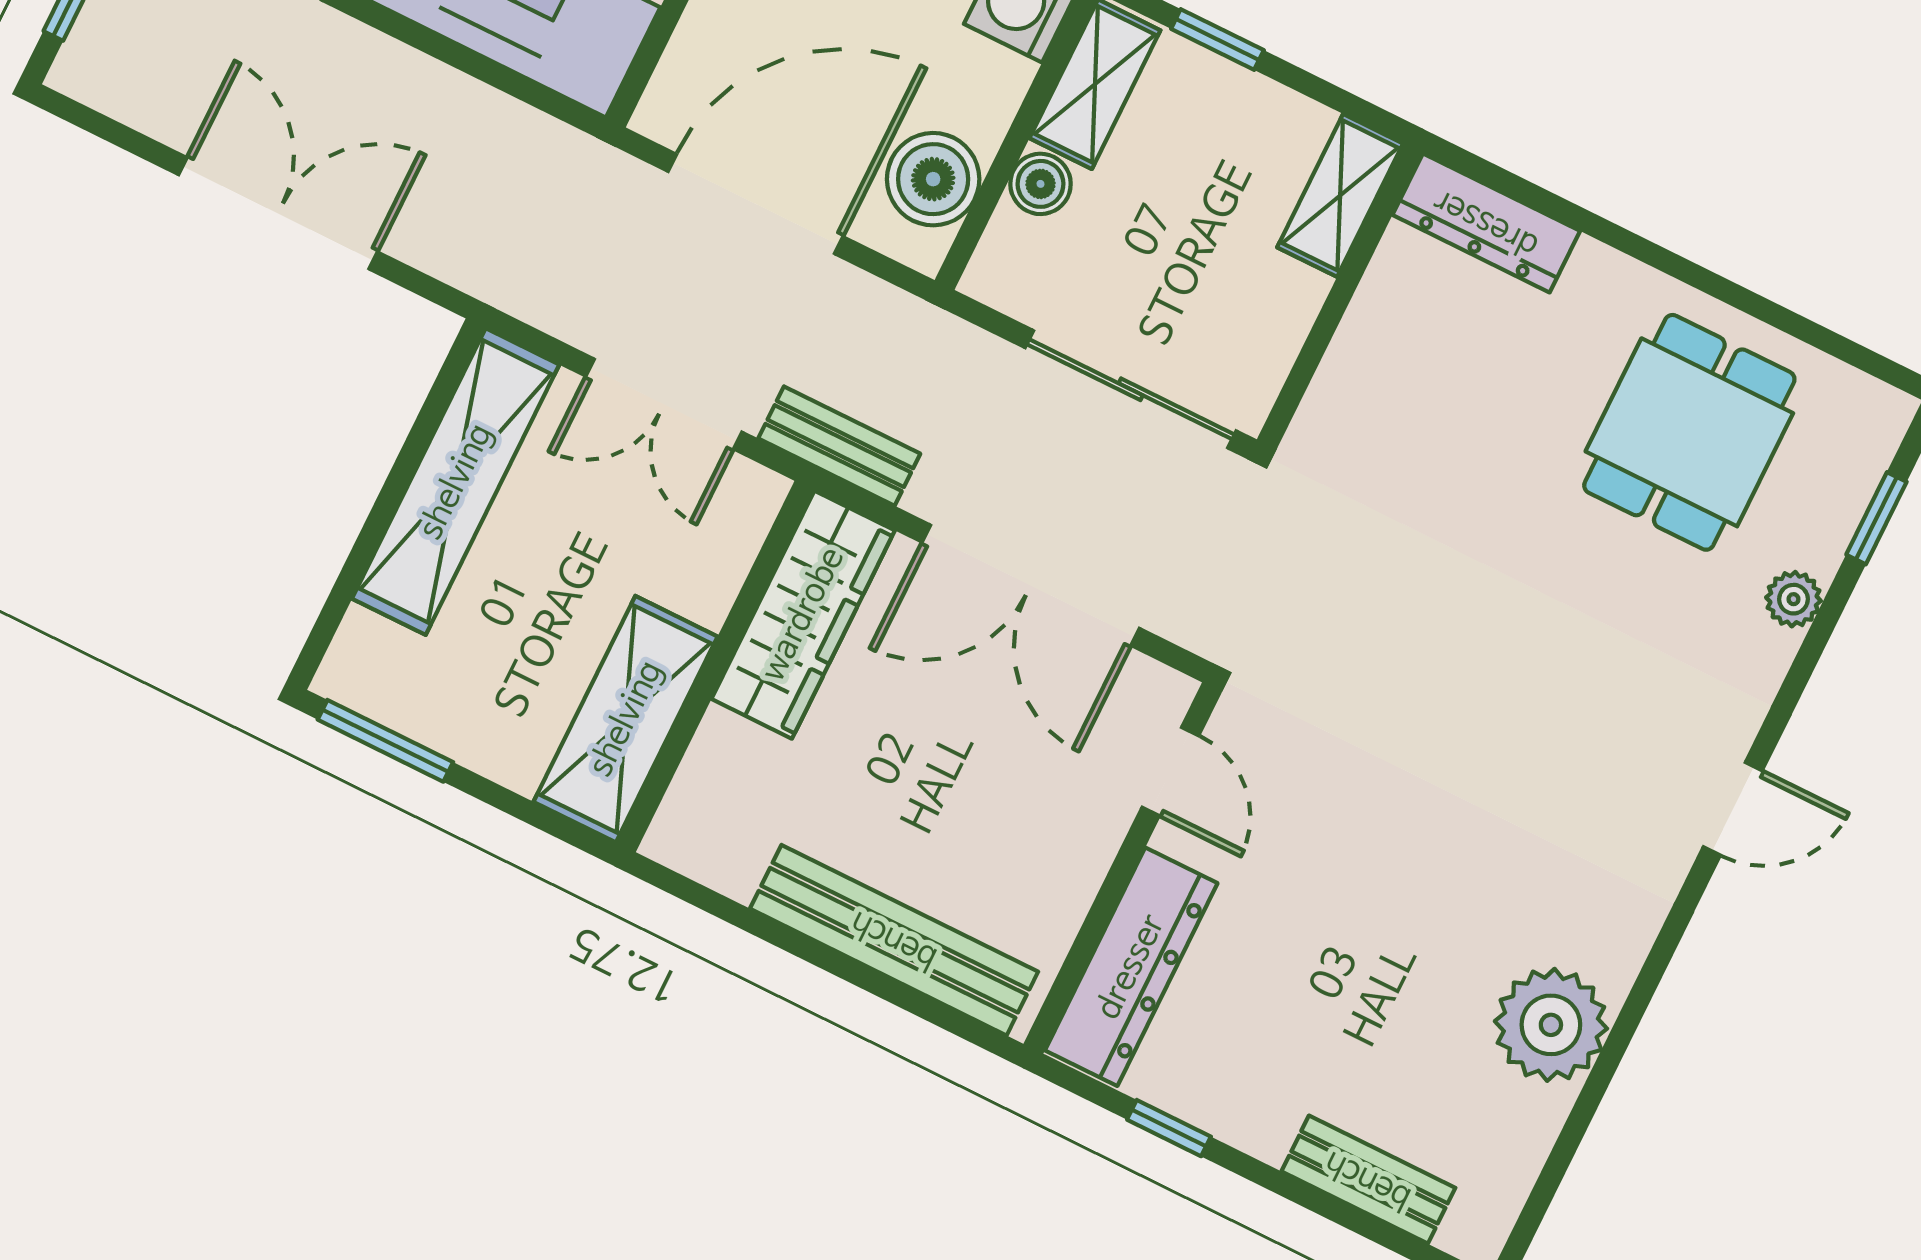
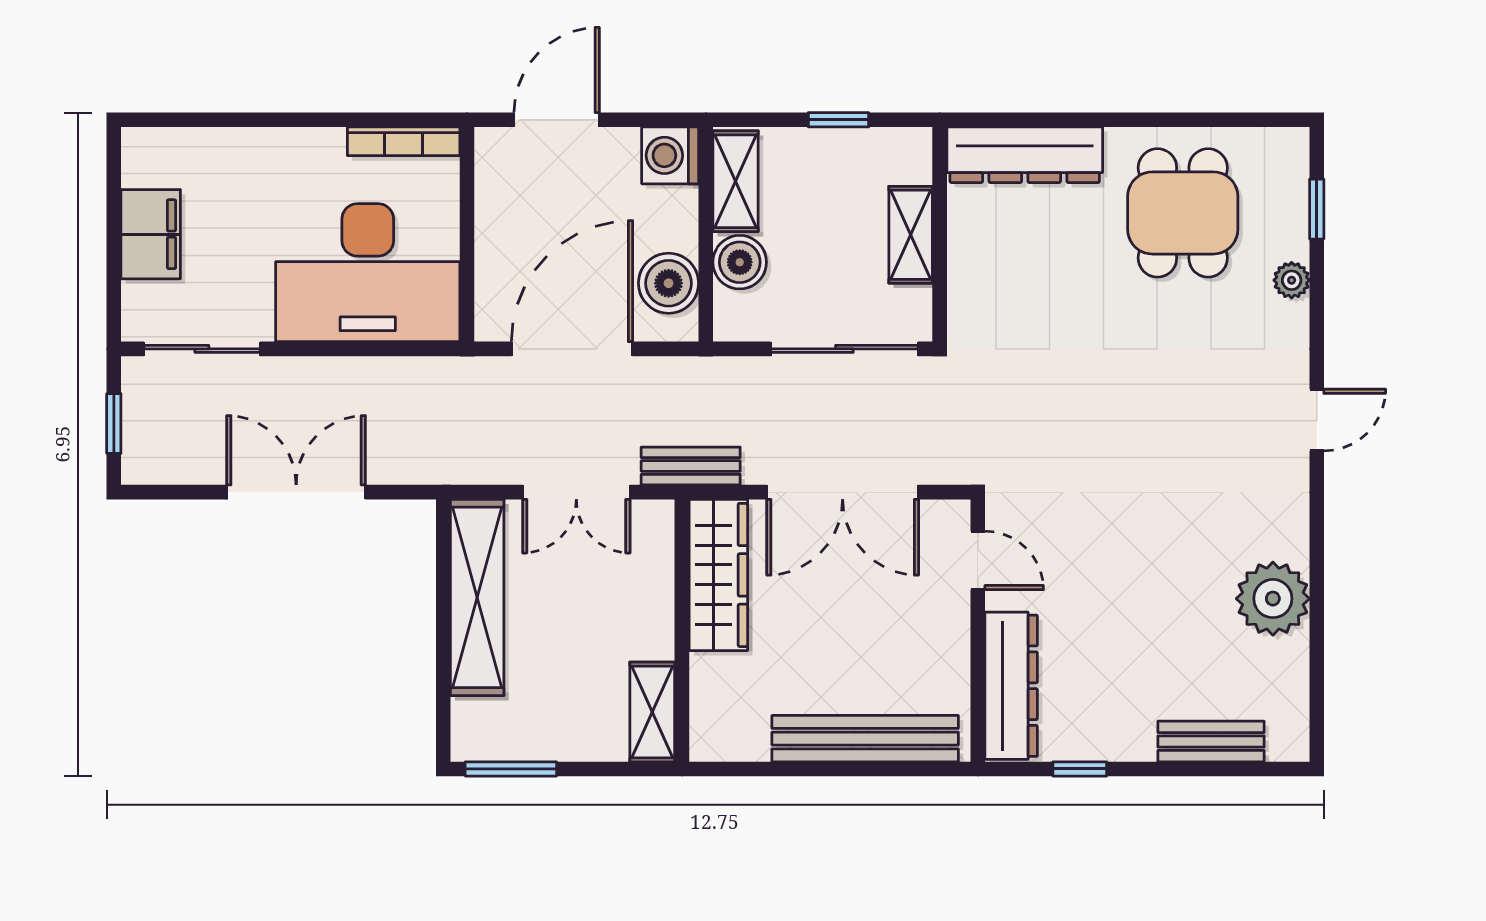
window: (1217, 40) -> (838, 120), moved
boiler: (1041, 184) -> (740, 262), width x1.36, depth x1.36
shelving: (1340, 195) -> (911, 235), moved
dresser: (1486, 223) -> (1025, 155), width x1.37, depth x1.24
shelving: (626, 719) -> (652, 712), width x0.67, depth x0.75

